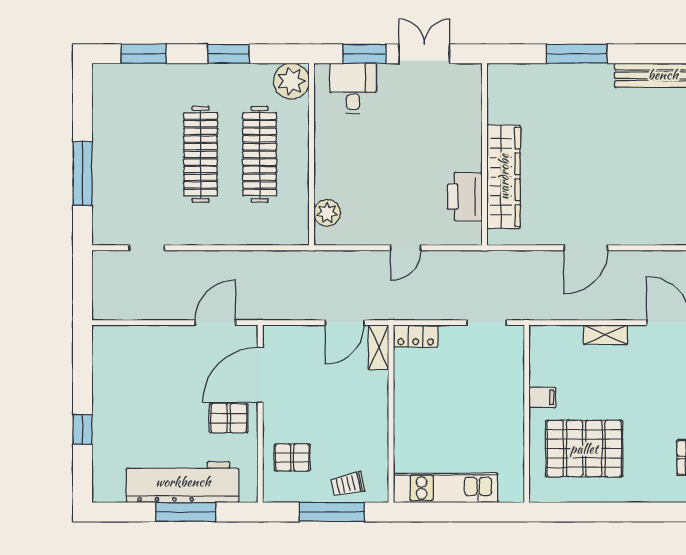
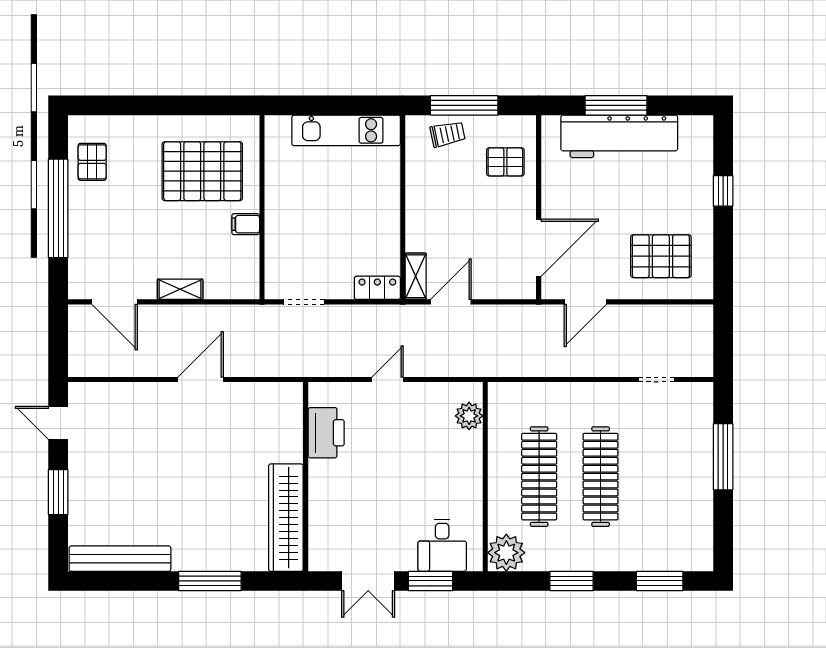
wardrobe: (504, 177) -> (286, 518), moved
pallet: (229, 418) -> (661, 256), moved, width x1.50, depth x1.42

